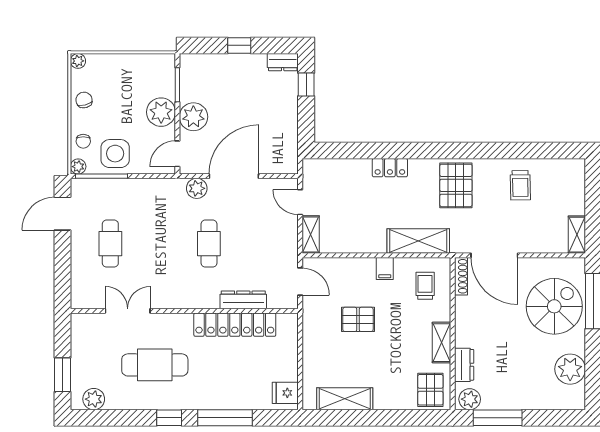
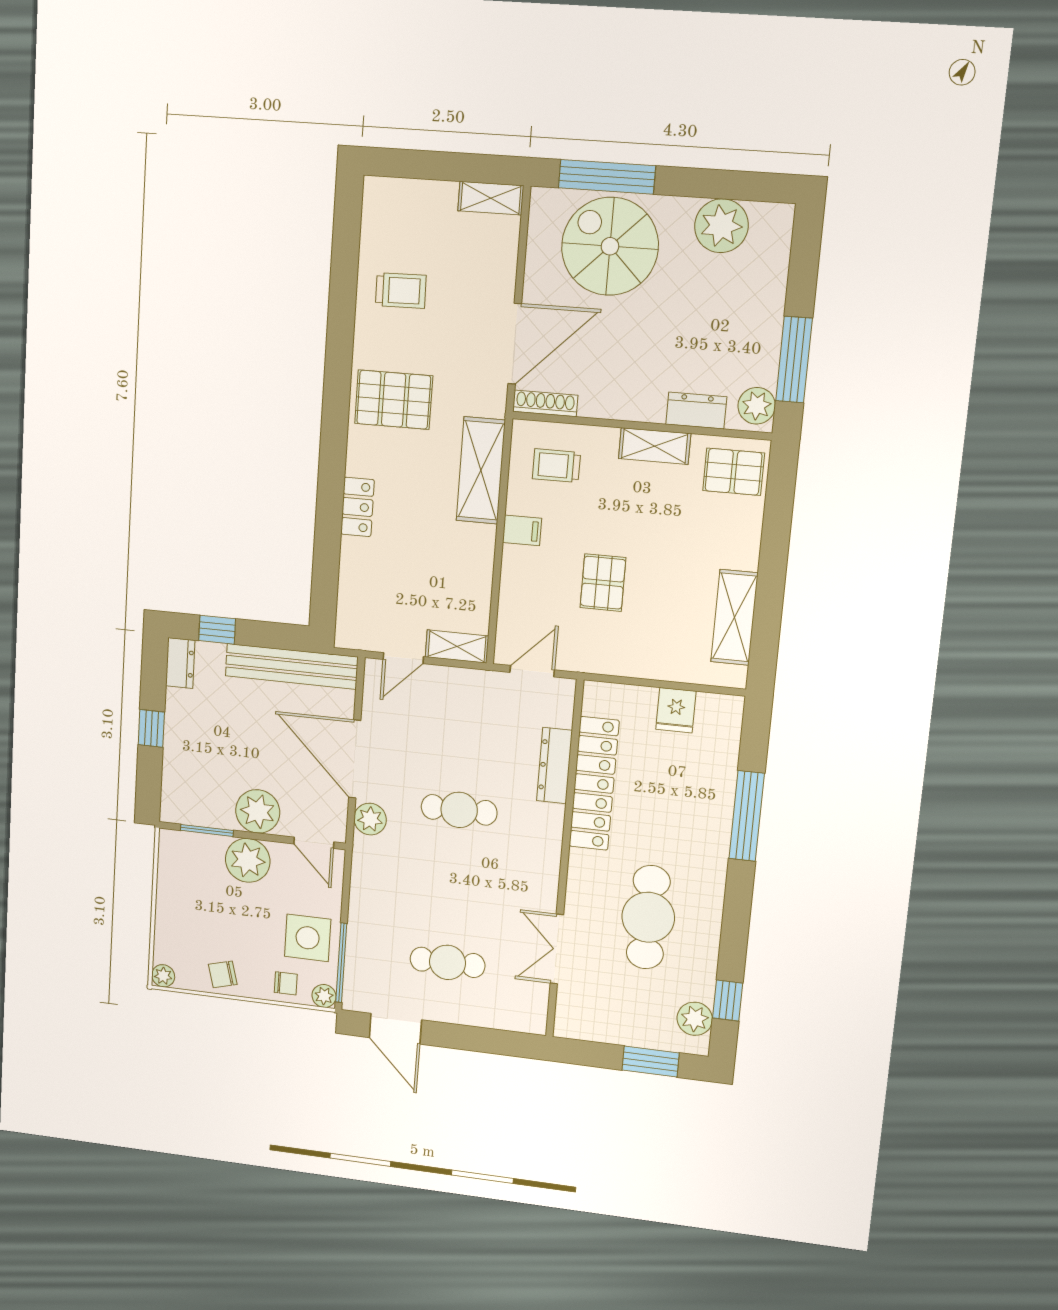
bench: (288, 133) -> (291, 666), added
fridge: (285, 393) -> (676, 710), moved
window: (169, 418) -> (728, 1001), moved

